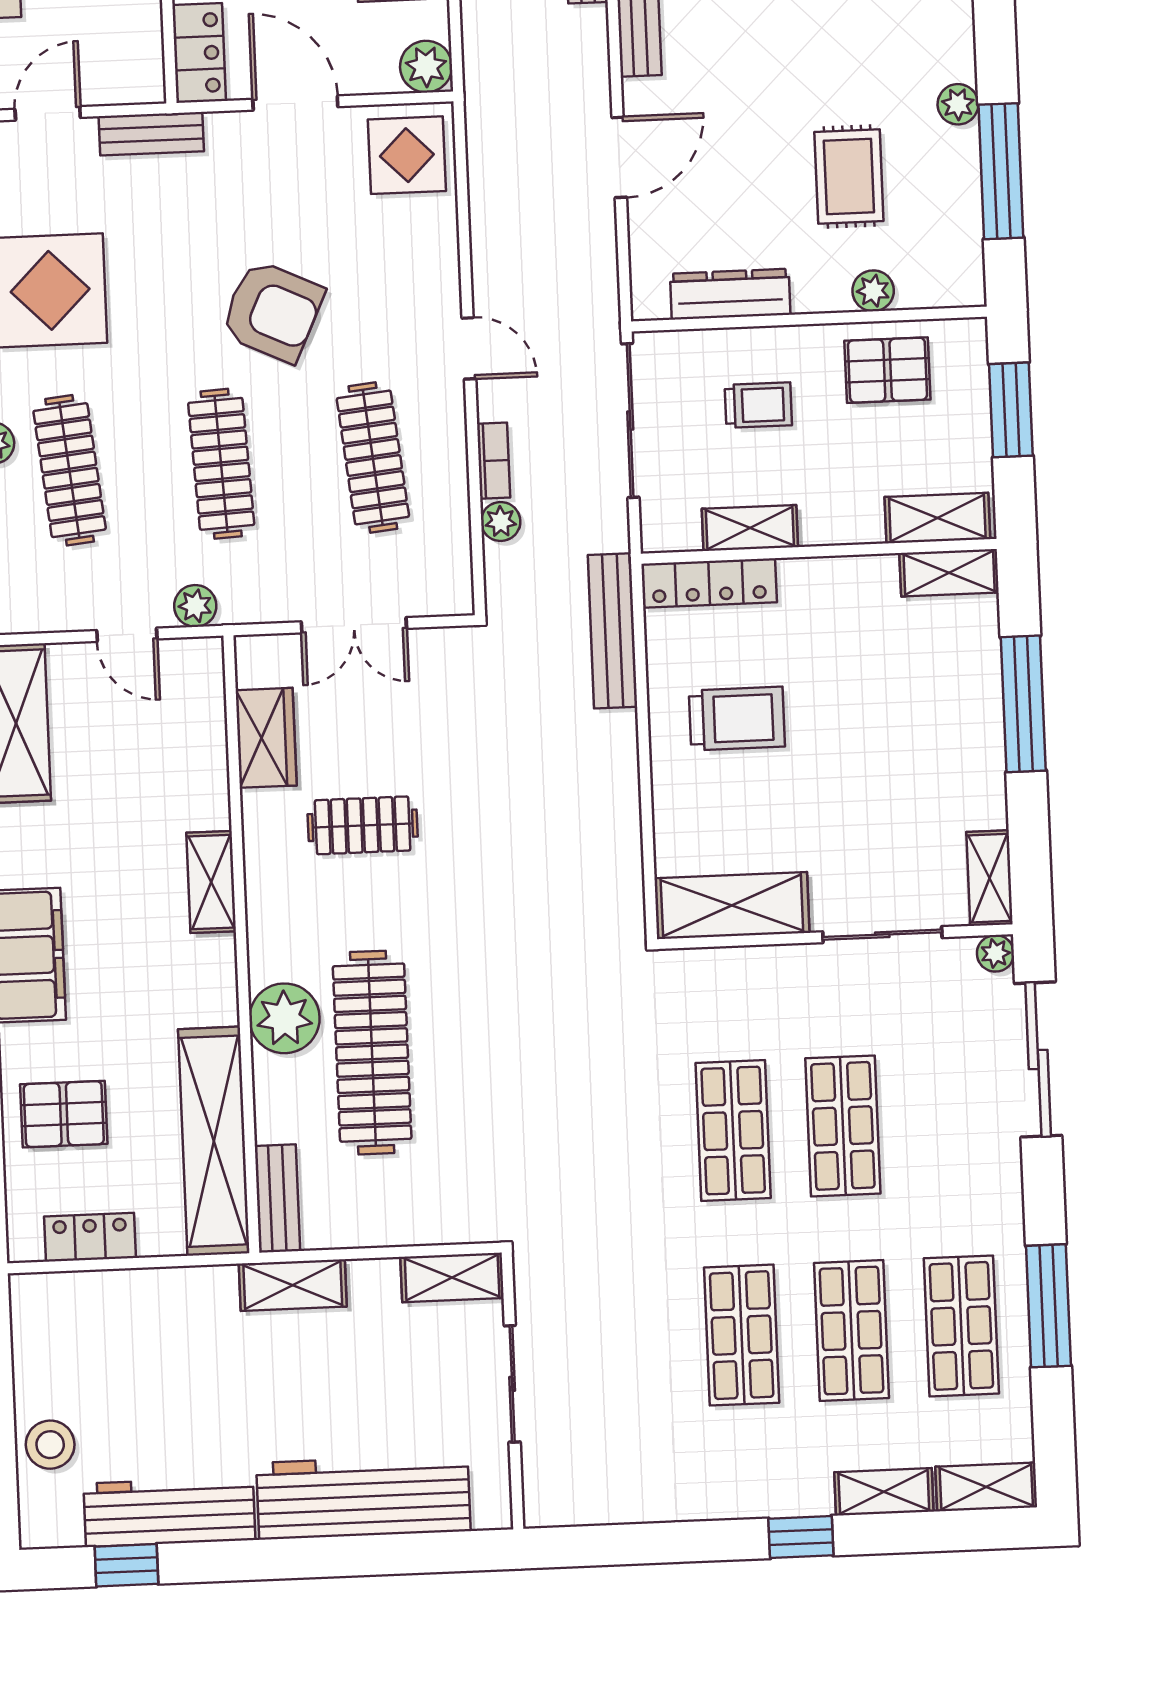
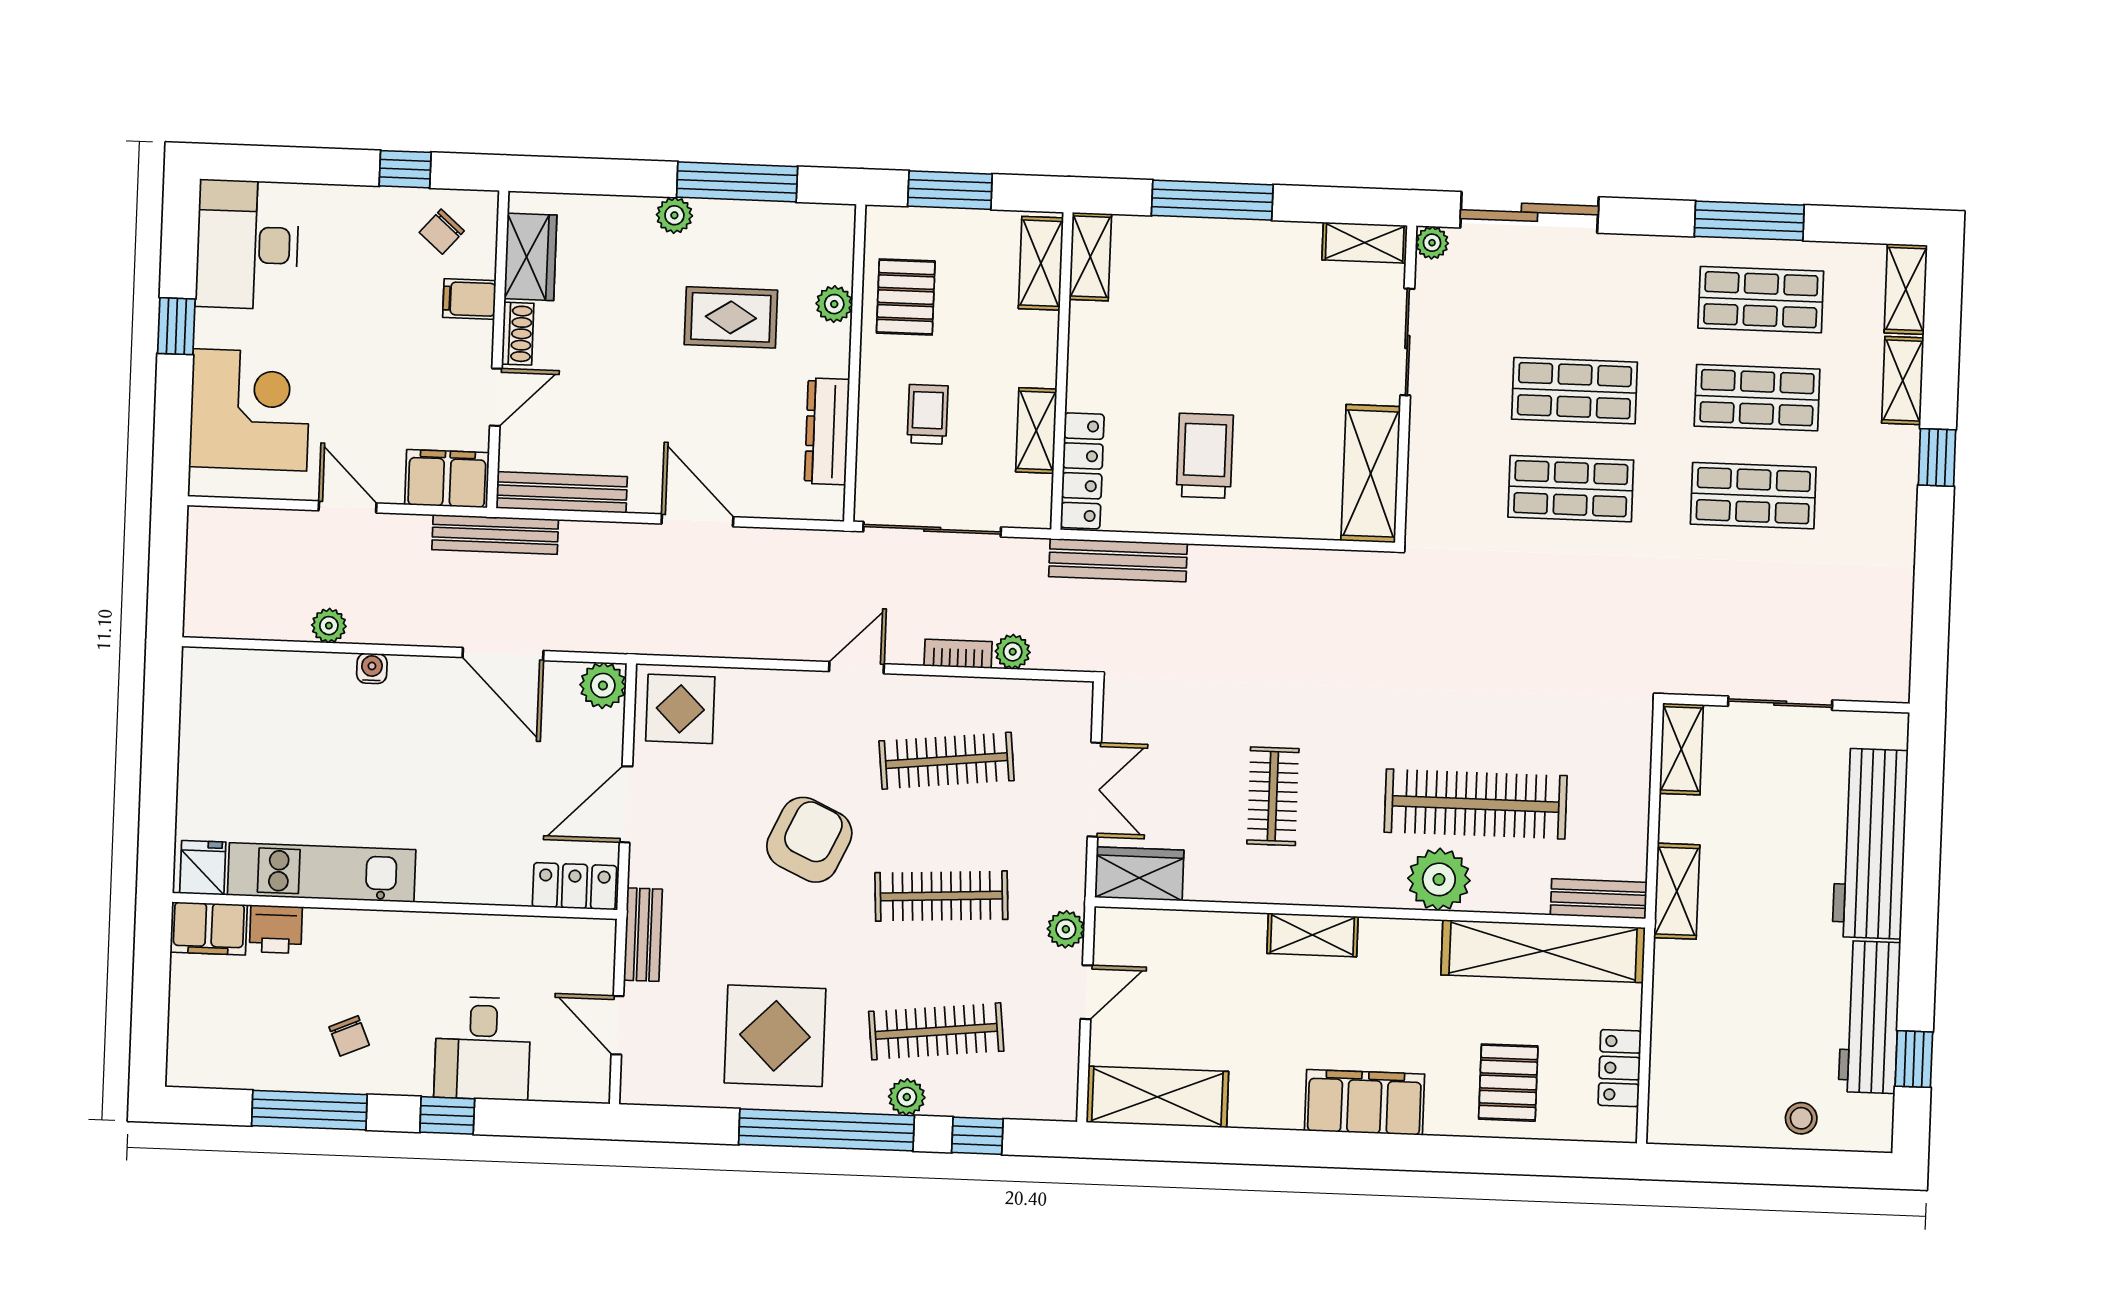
wardrobe: (266, 738) -> (1139, 874), moved
stool: (50, 1445) -> (1801, 1118), width x0.73, depth x0.73

